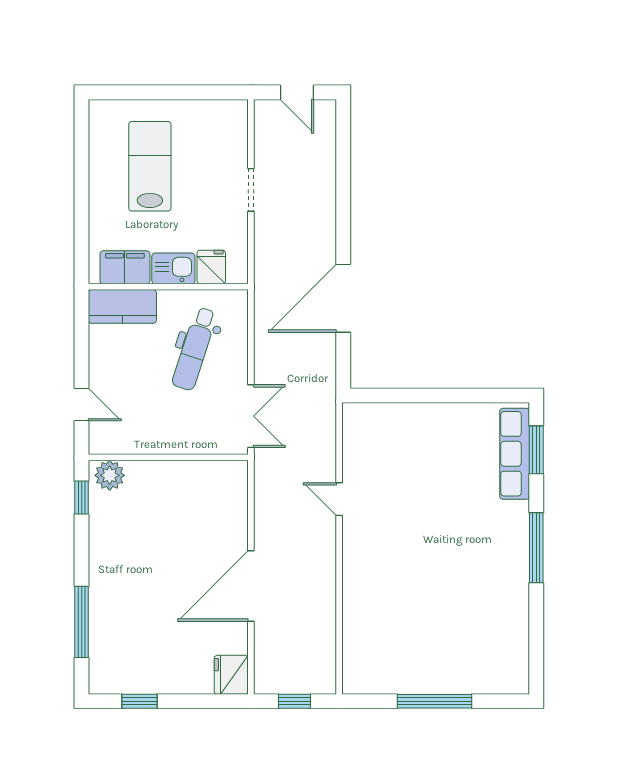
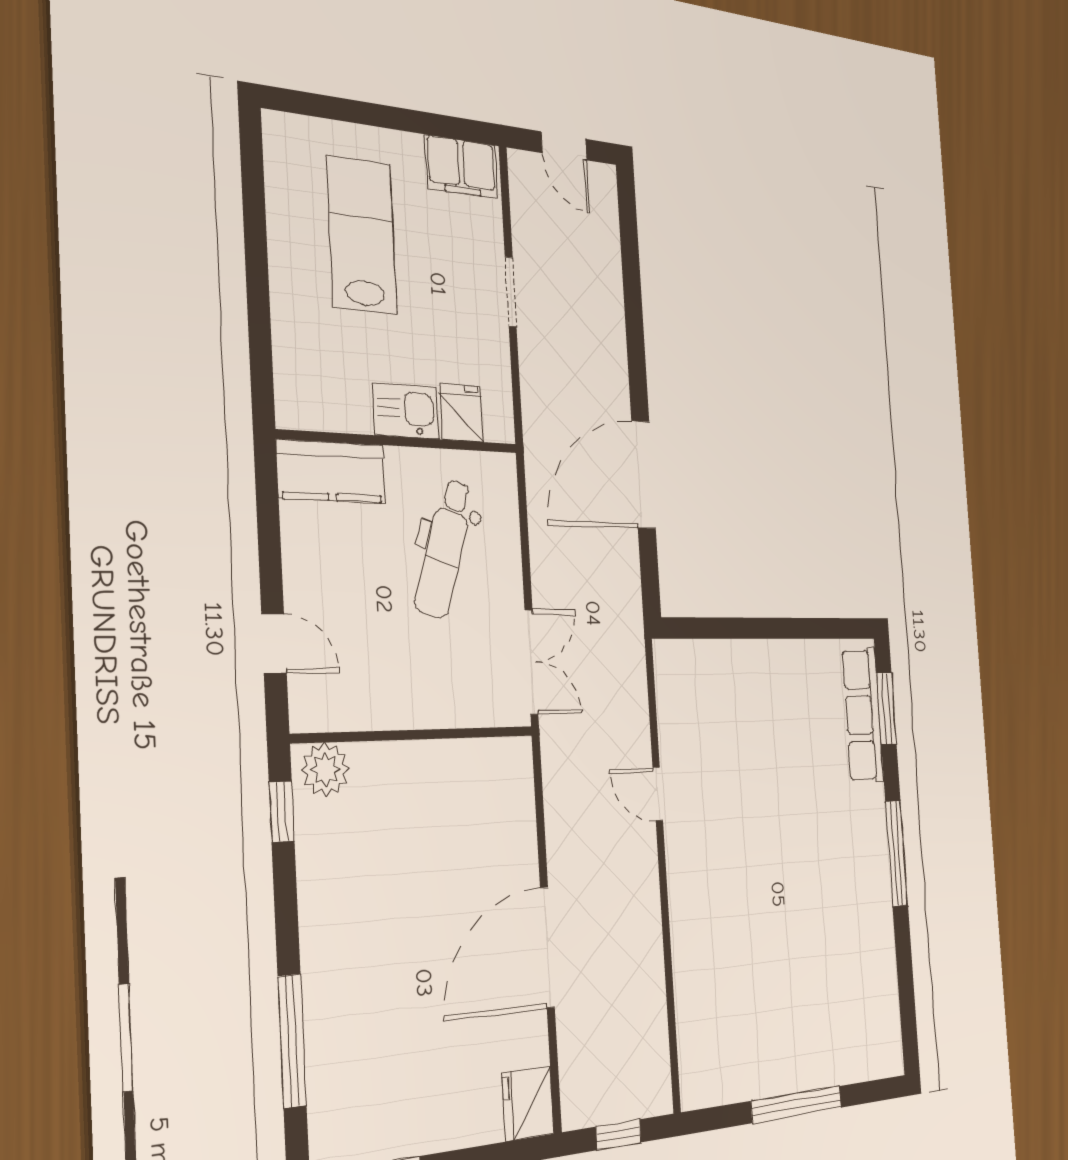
filing cabinet: (125, 267) -> (461, 167), moved, turned 180

